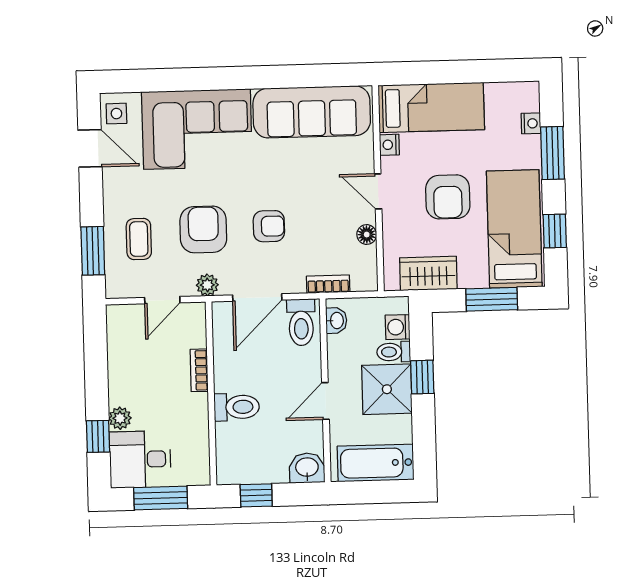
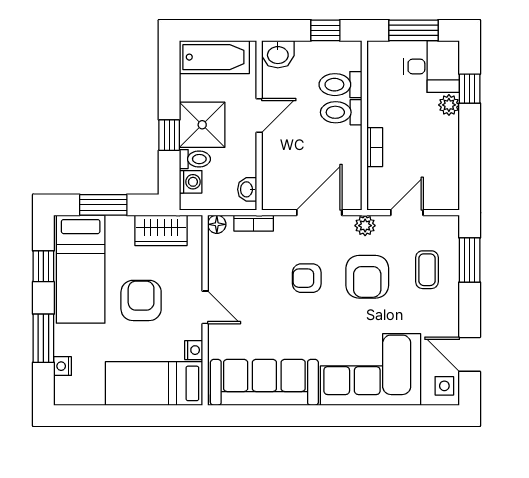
floor lamp: (367, 235) -> (217, 224), moved
toilet: (301, 322) -> (340, 85), moved, turned -90

